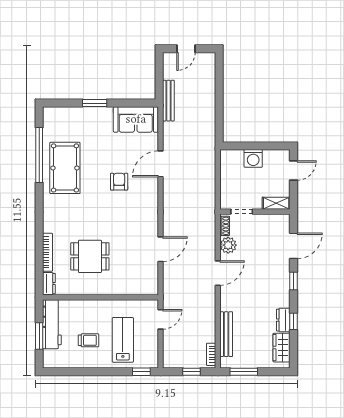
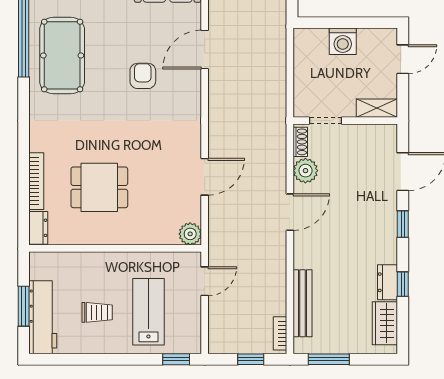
plant: (151, 288) -> (190, 234), added
workbench: (52, 324) -> (43, 317), moved

